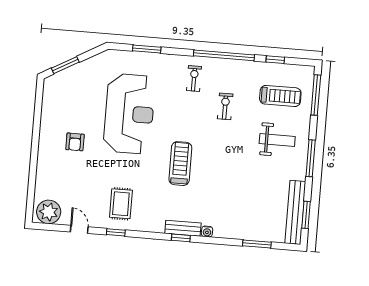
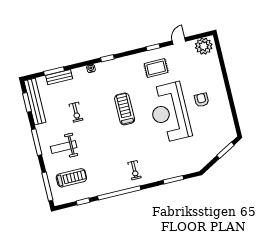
treadmill: (280, 96) -> (71, 178), turned 180
exercise bike: (225, 106) -> (76, 112), moved
reception desk: (129, 114) -> (170, 112), moved
treadmill: (180, 164) -> (125, 109), turned 180
rug: (121, 204) -> (156, 68), turned 90
bench: (183, 228) -> (59, 77), moved
door: (79, 229) -> (179, 41), swing flipped

